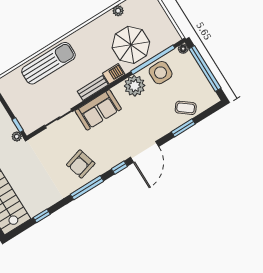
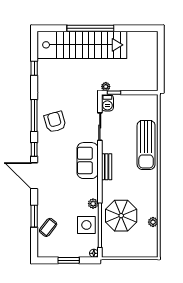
window: (205, 69) -> (69, 260), width x0.47
barbecue: (114, 74) -> (107, 103), moved
plant: (135, 86) -> (93, 204), width x0.53, depth x0.53

